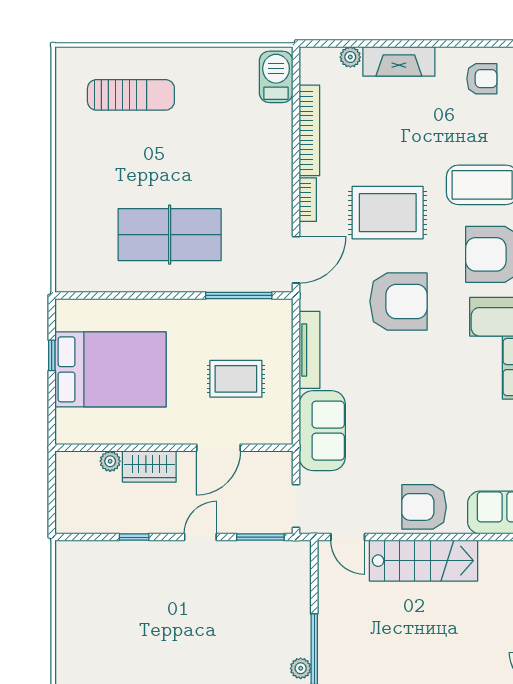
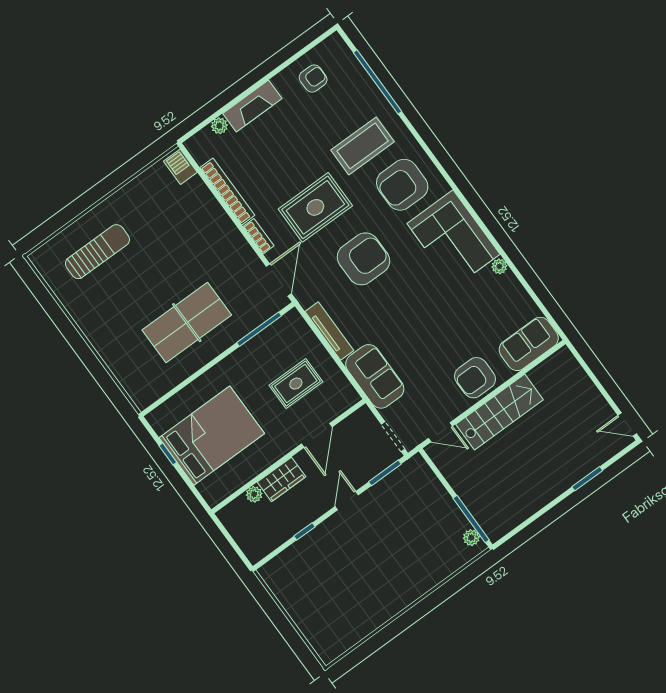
barbecue: (276, 77) -> (180, 167), width x0.73, depth x0.79

